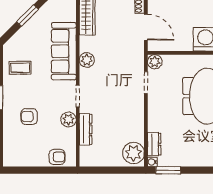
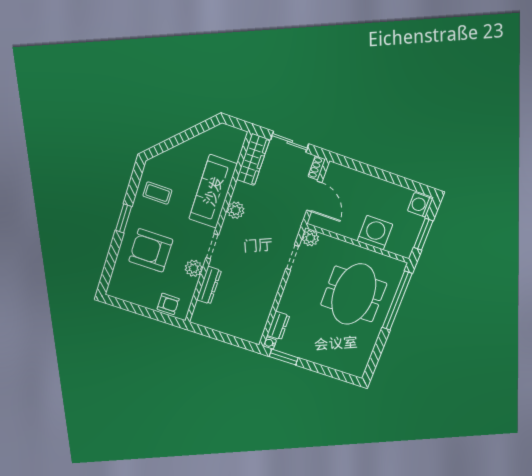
window: (27, 16) -> (184, 136), removed
armchair: (29, 117) -> (151, 250), width x1.88, depth x1.88
plant: (133, 153) -> (253, 327), removed

